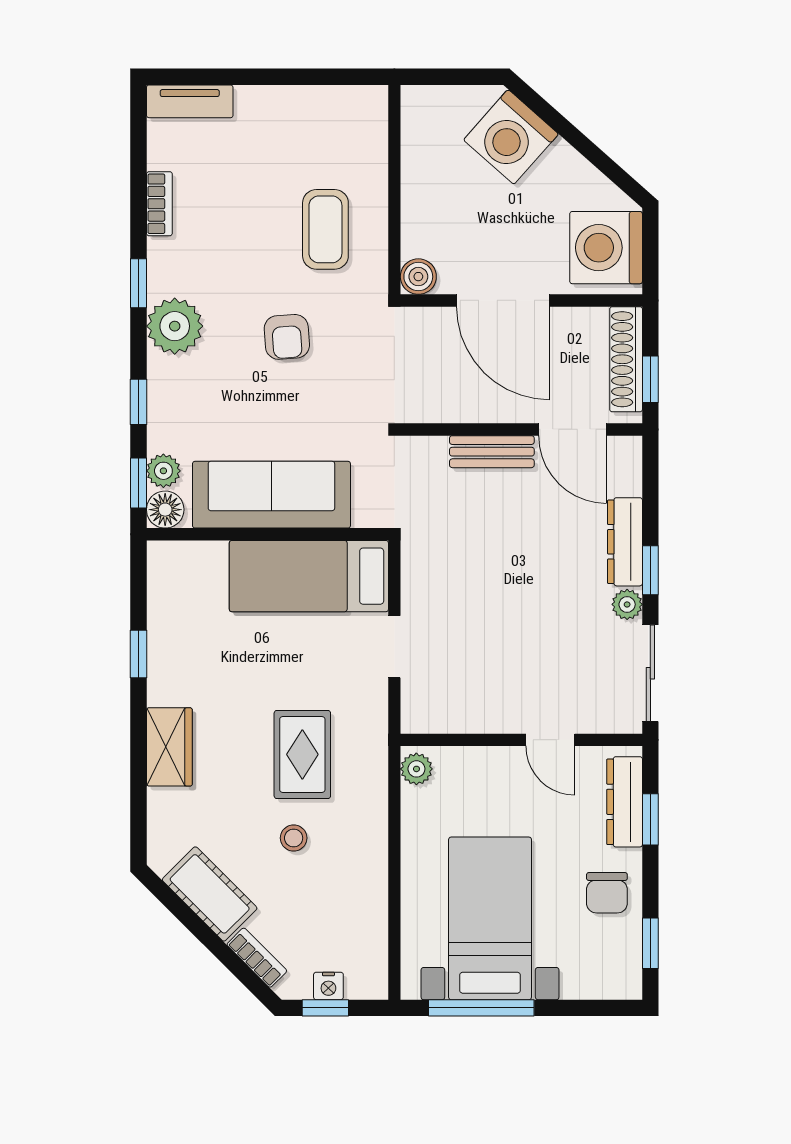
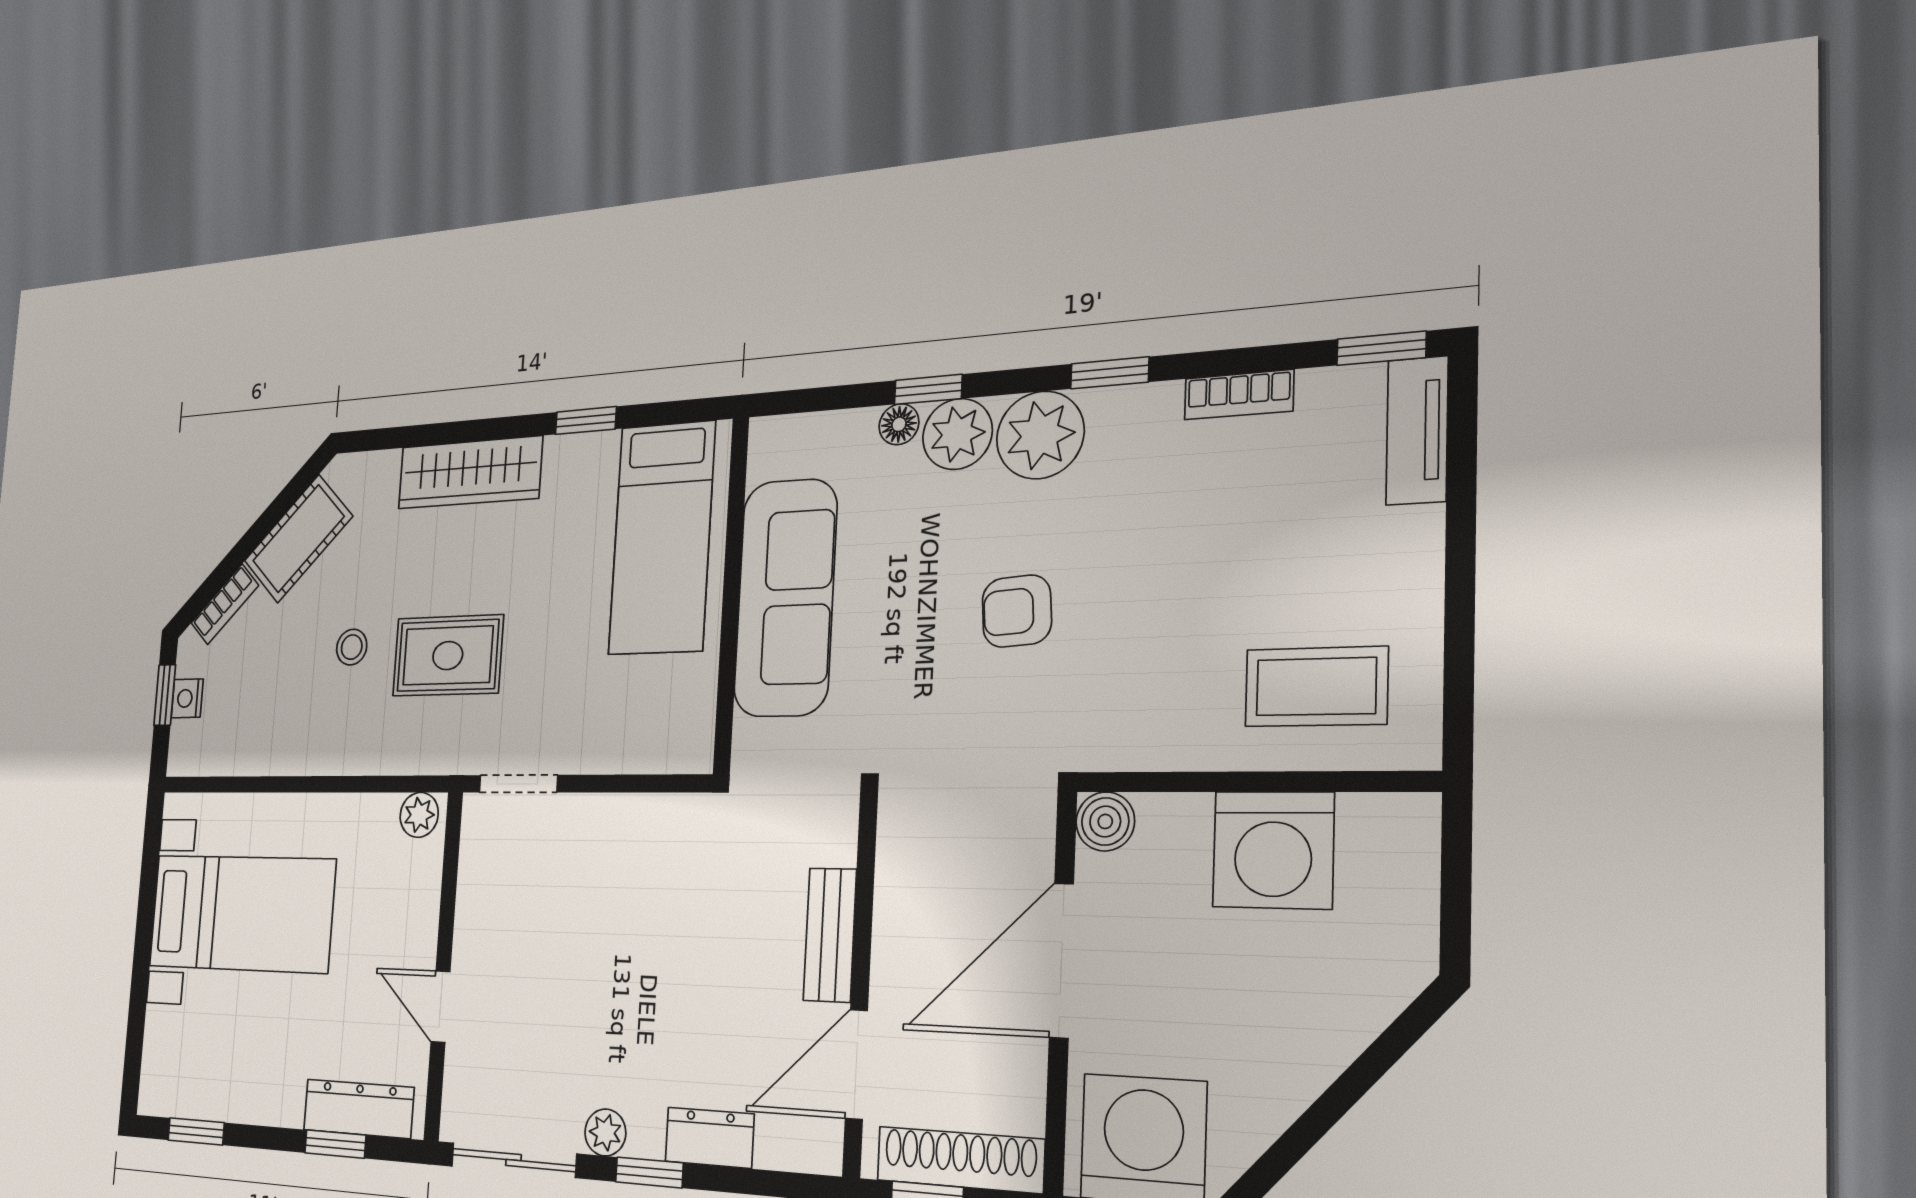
washing machine: (511, 137) -> (1273, 850), moved, turned -132
coffee table: (325, 229) -> (1316, 687), moved
plant: (163, 471) -> (957, 434), moved, width x1.38, depth x1.38
window: (138, 483) -> (1381, 348), moved
floor lamp: (165, 510) -> (899, 424), moved, width x0.73, depth x0.73
dresser: (625, 542) -> (709, 1138), width x0.70
bed: (309, 576) -> (662, 538), moved, turned 180
doorway: (394, 647) -> (518, 784), moved
door: (550, 740) -> (441, 1007), hinge flipped
wardrobe: (169, 747) -> (470, 473), width x1.50
chair: (607, 893) -> (256, 1076), removed
window: (481, 1008) -> (147, 899), removed

